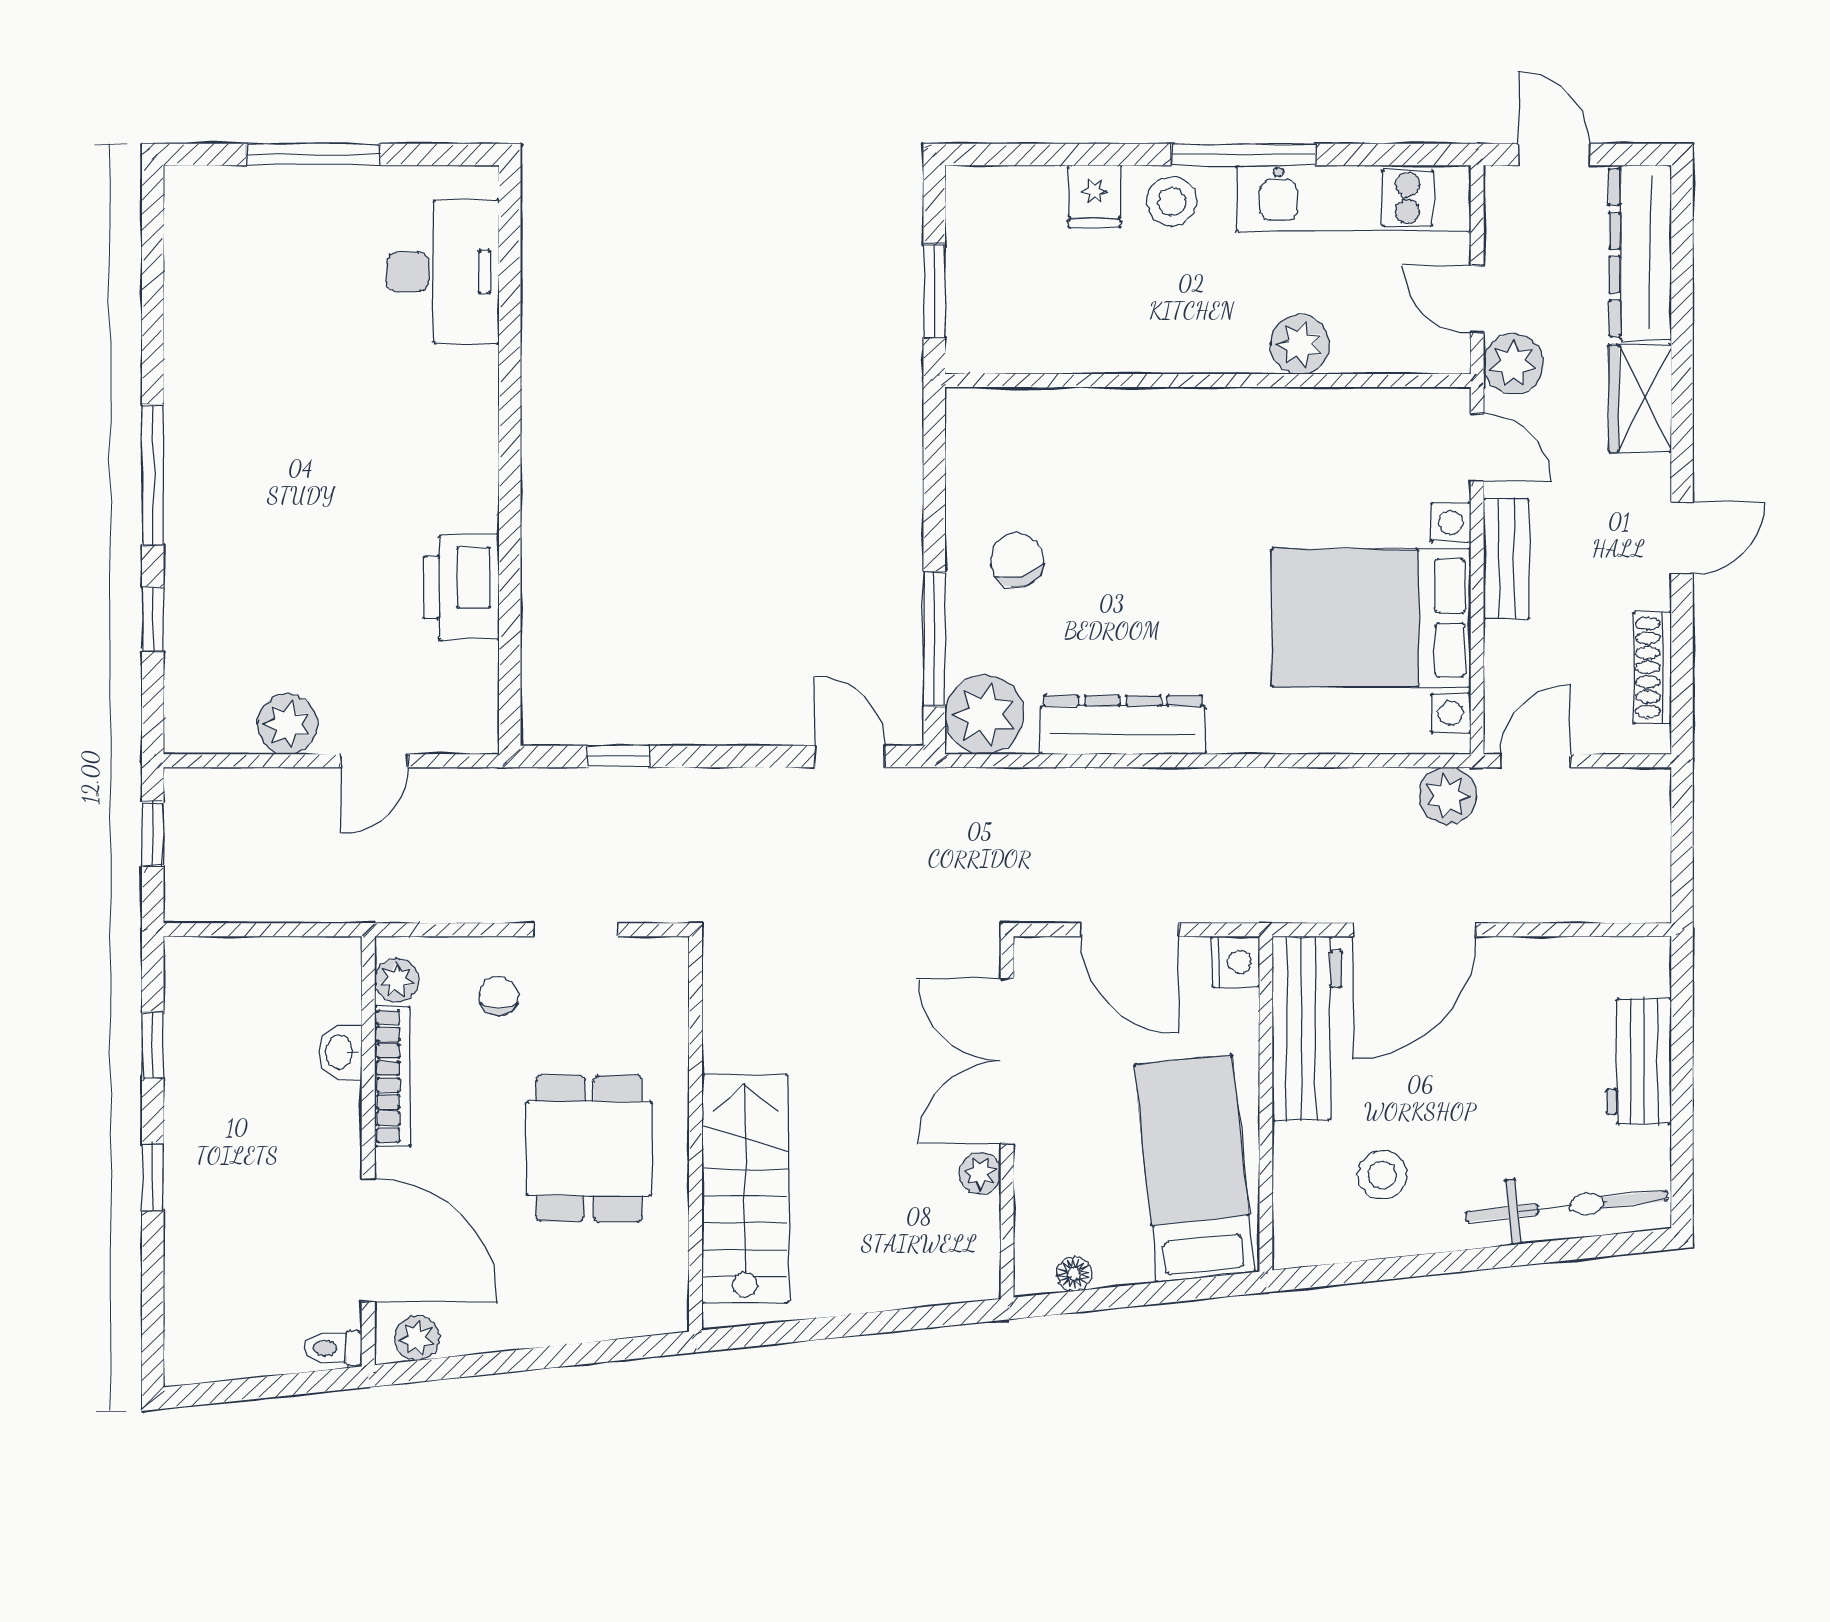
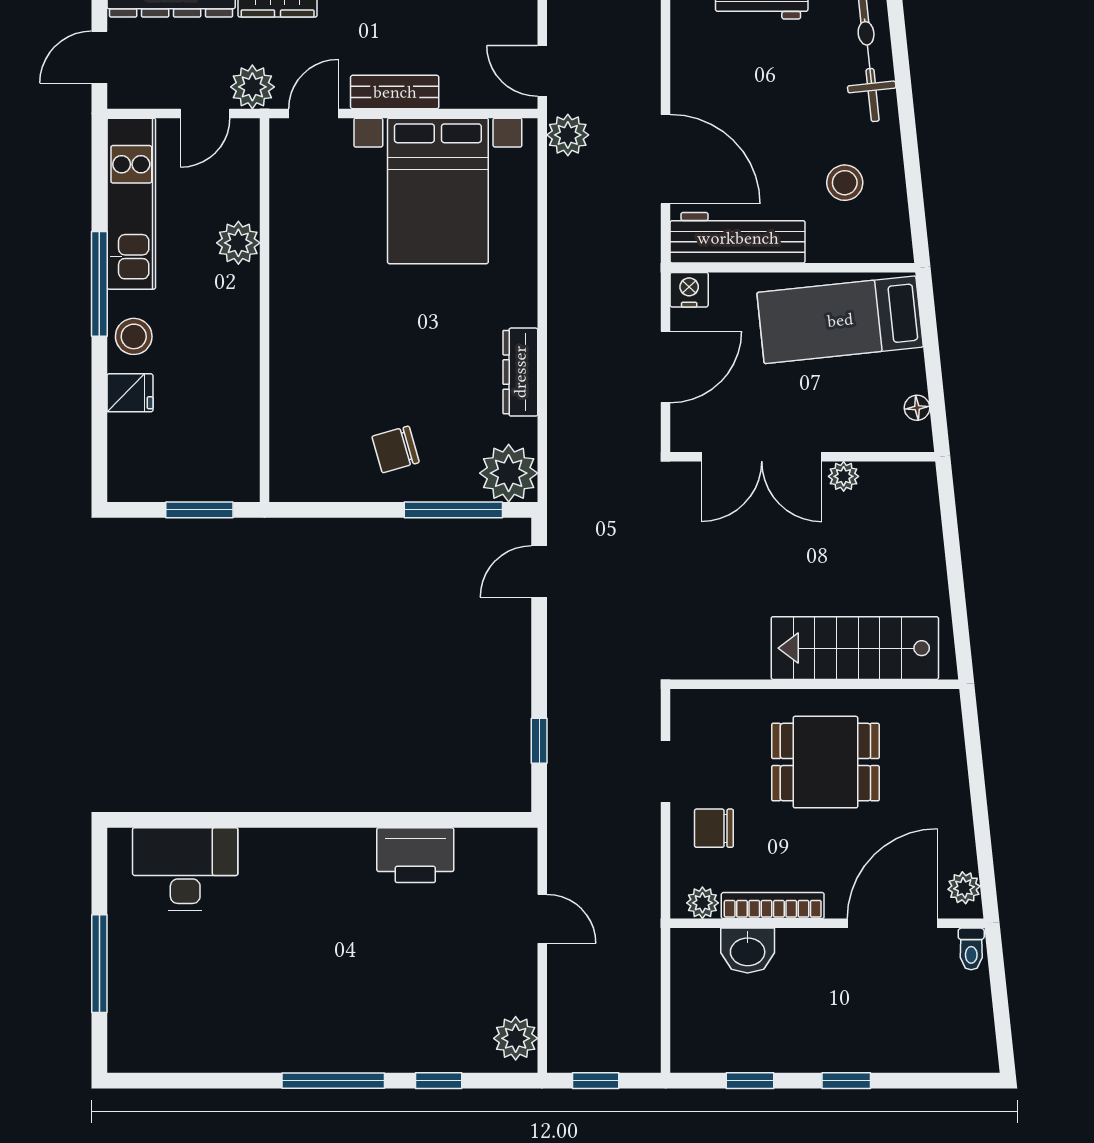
plant: (287, 724) -> (516, 1038), moved
dresser: (1123, 725) -> (520, 372), width x0.73, depth x0.80
chair: (498, 996) -> (714, 828), width x1.37, depth x1.37
washbasin: (340, 1052) -> (748, 951), width x1.38, depth x1.45

